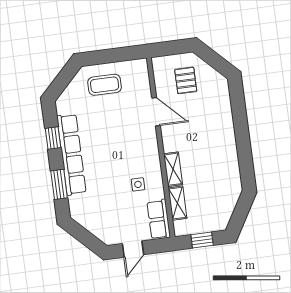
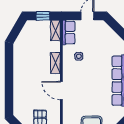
door: (156, 112) -> (61, 91), moved
shelving: (177, 203) -> (55, 30), moved

